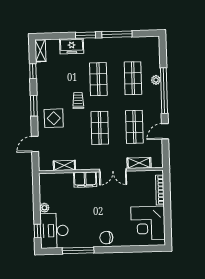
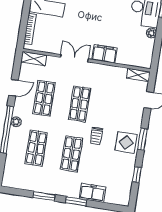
window: (117, 34) -> (44, 196), width x0.69
shelving: (40, 51) -> (125, 194), removed
plant: (156, 80) -> (16, 122), moved
display table: (54, 118) -> (126, 142), moved
shelving: (139, 163) -> (34, 59), moved
shelving: (64, 165) -> (138, 75), moved

